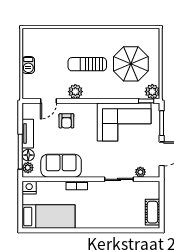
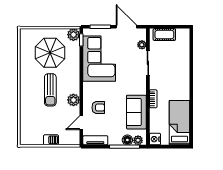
door: (49, 101) -> (81, 123), swing flipped
tv unit: (28, 134) -> (95, 140), moved
cot: (152, 212) -> (164, 35), moved

